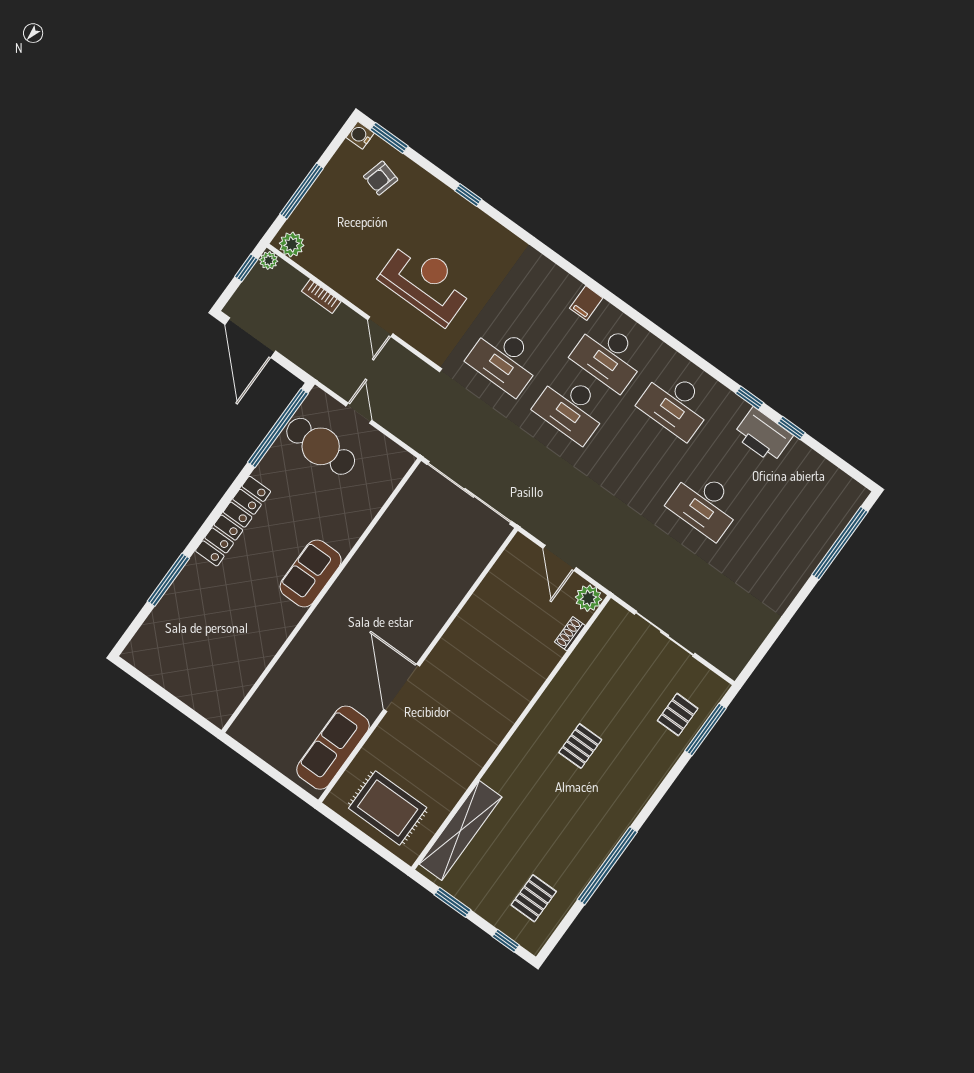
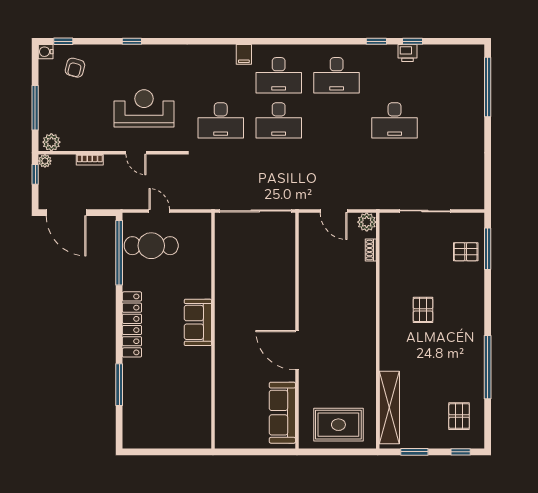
window: (389, 138) -> (63, 41), width x0.67
printer: (763, 435) -> (408, 53), width x0.53, depth x0.68
pallet: (678, 715) -> (466, 252), turned 90

